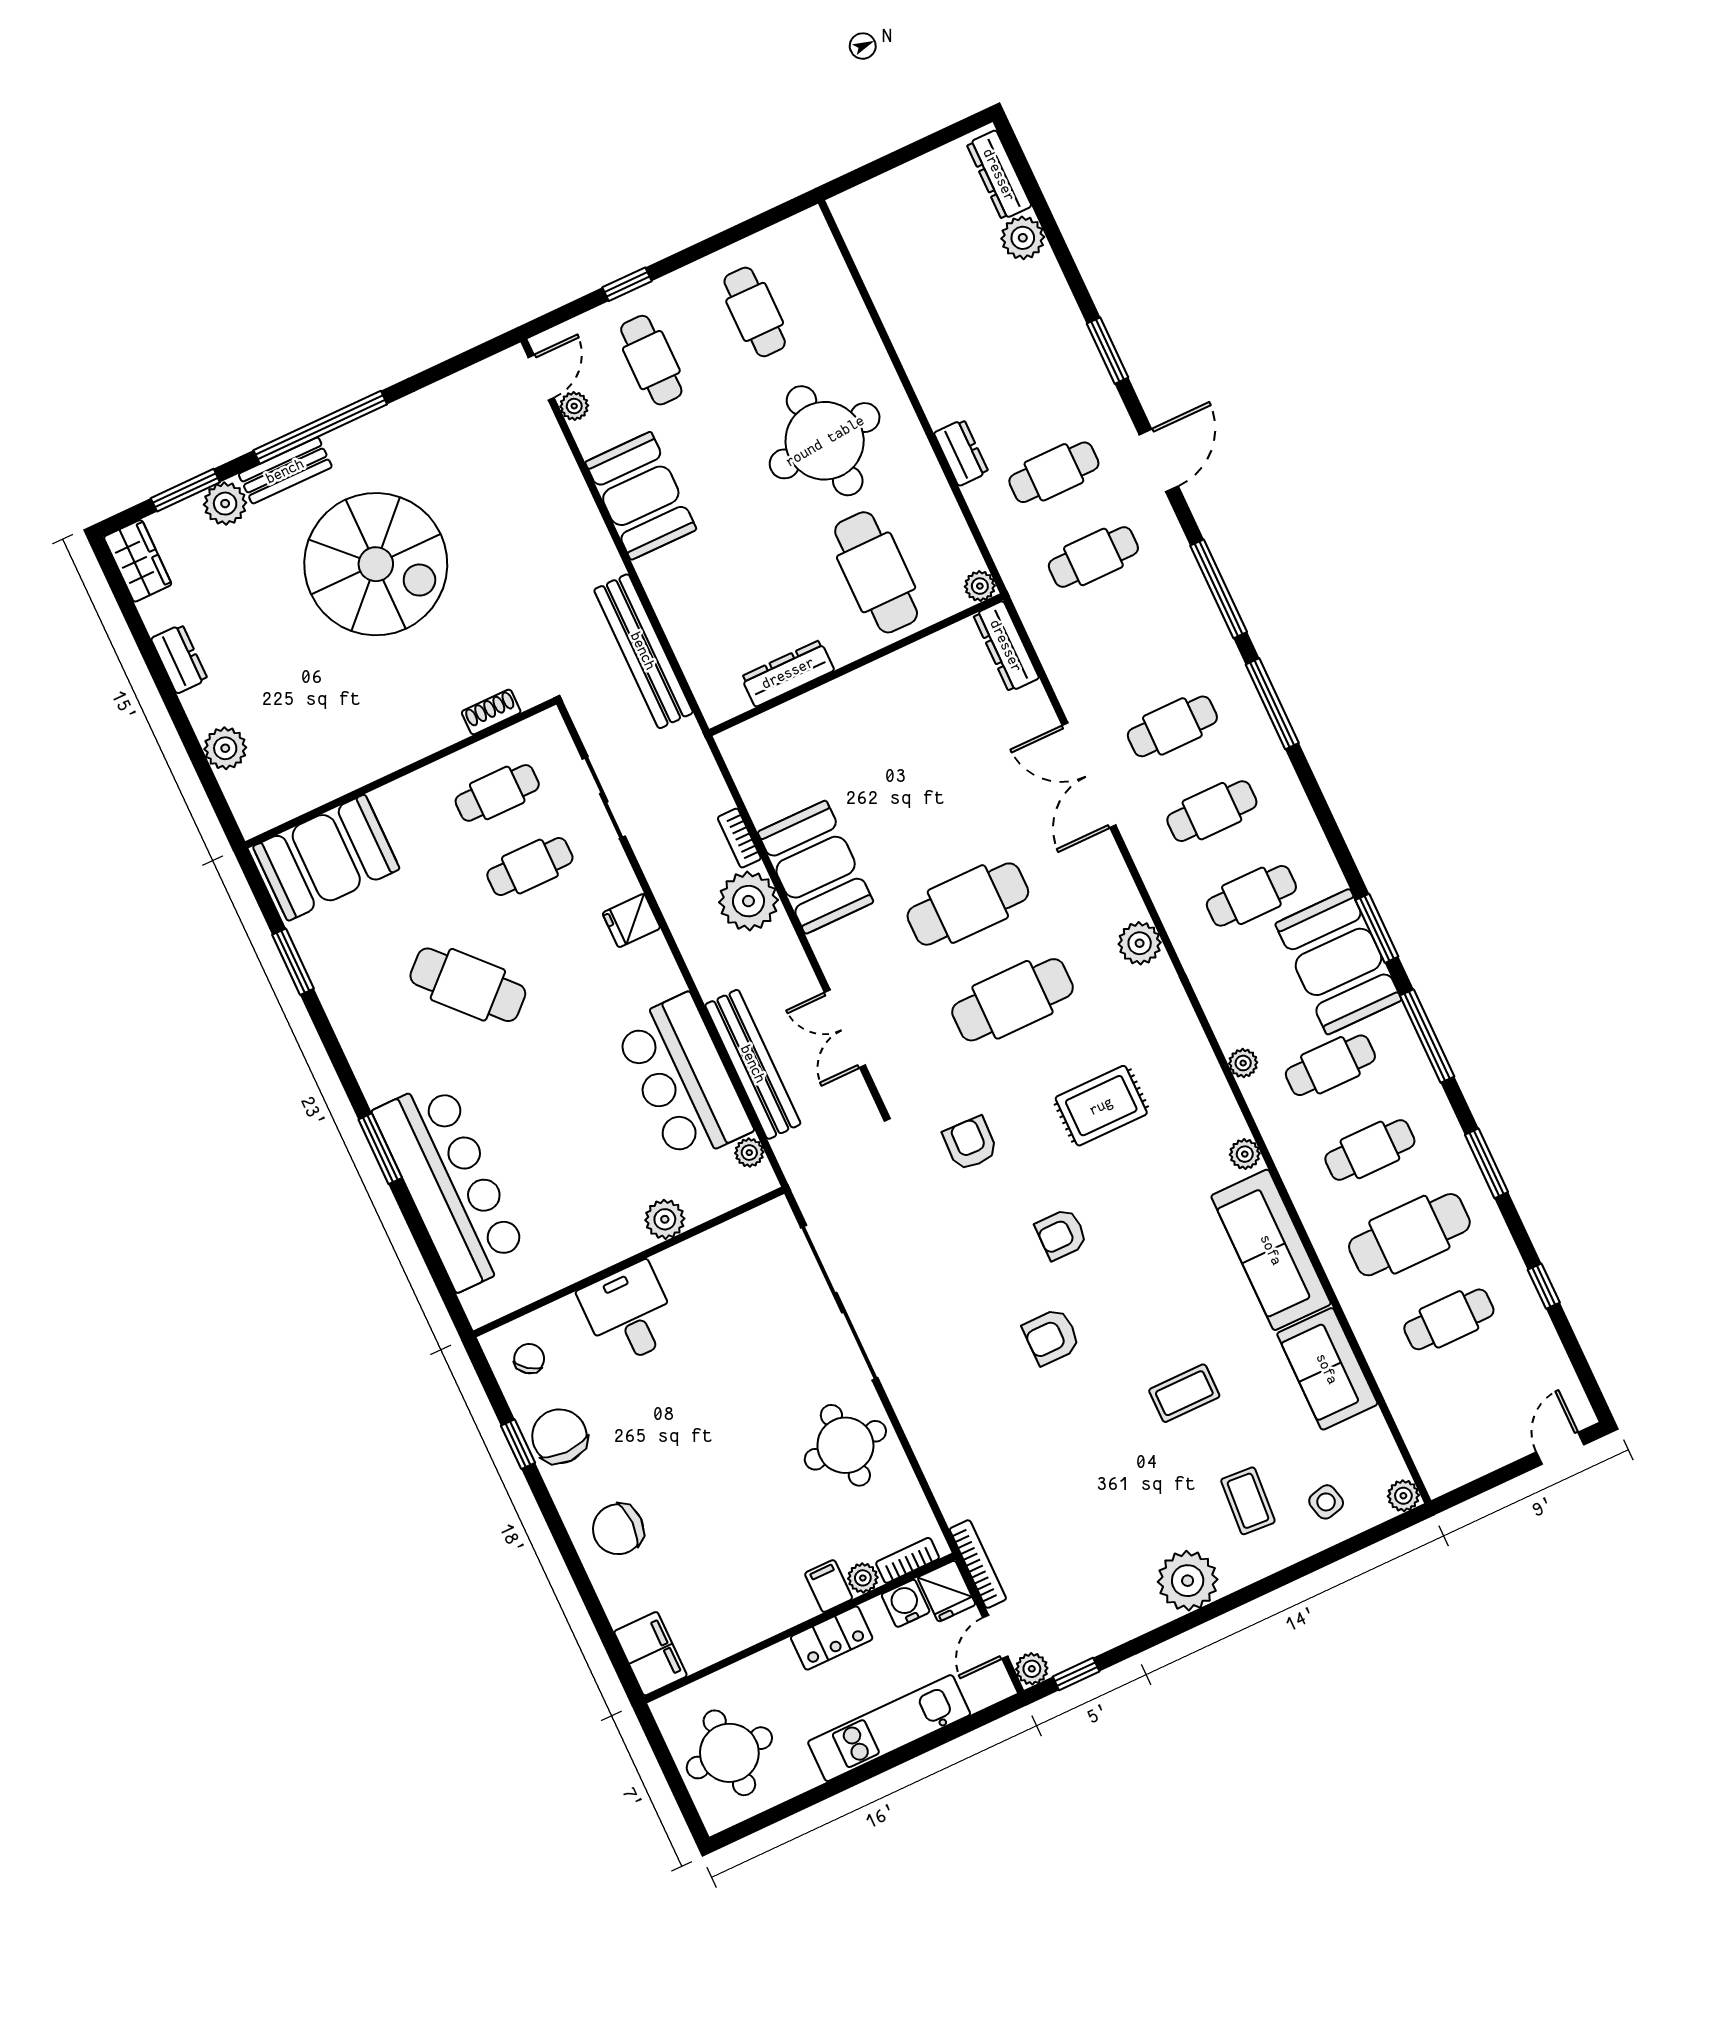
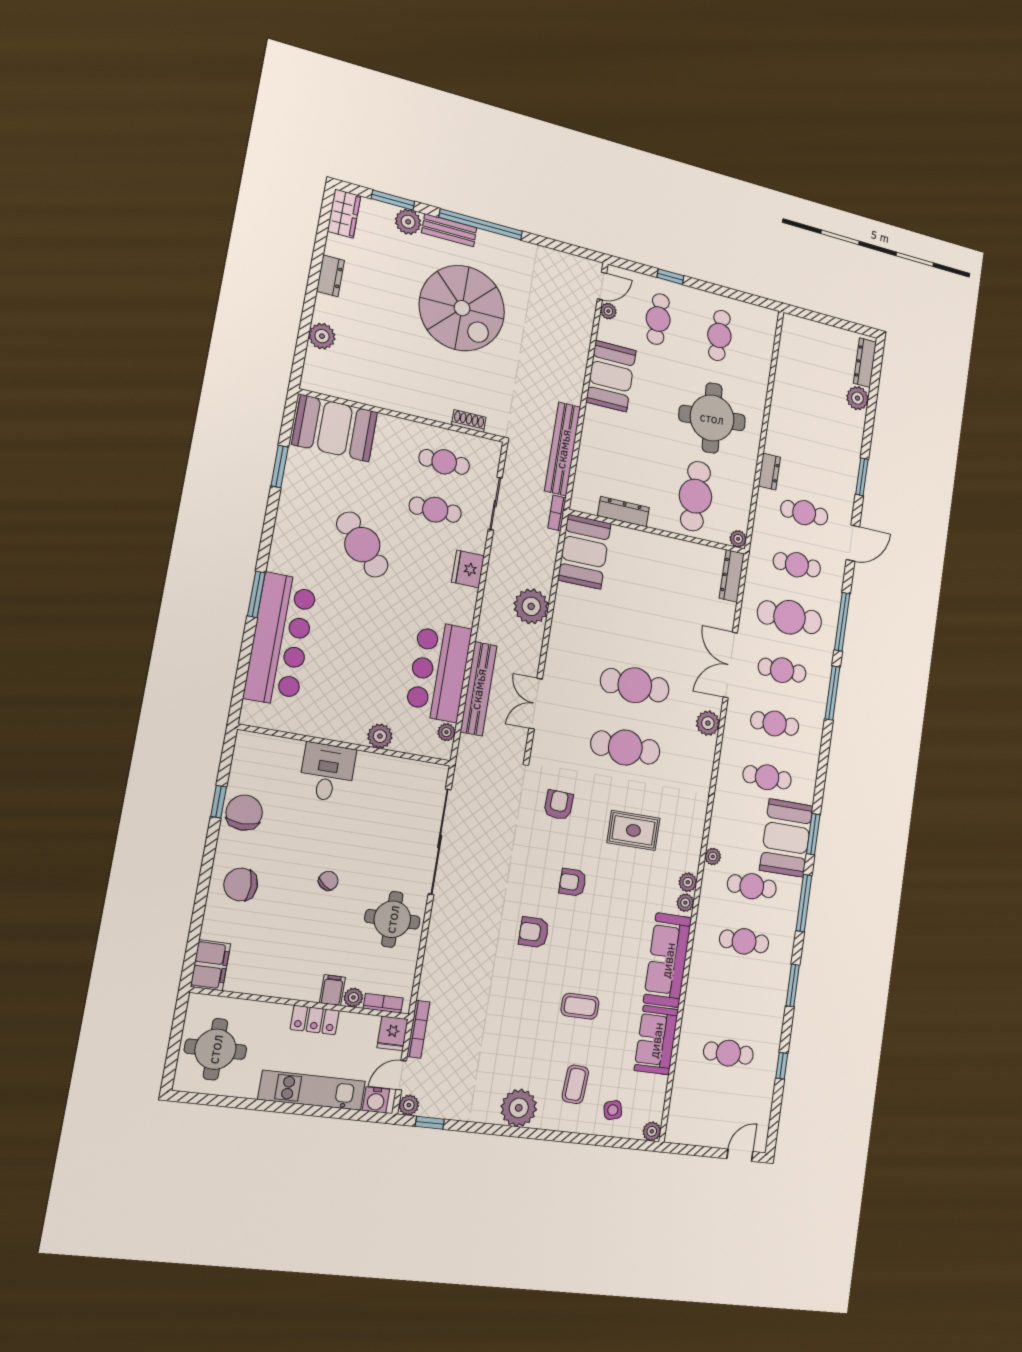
bookcase: (739, 838) -> (557, 513), moved
booth: (816, 867) -> (584, 552), moved
fridge: (631, 921) -> (468, 569), width x1.38
plant: (1140, 943) -> (708, 723), moved
plant: (1230, 1124) -> (688, 882), added
cafe table: (1409, 1235) -> (790, 617), moved
chair: (529, 1359) -> (328, 881), moved
water cooler: (906, 1603) -> (376, 1100), moved, turned 180

